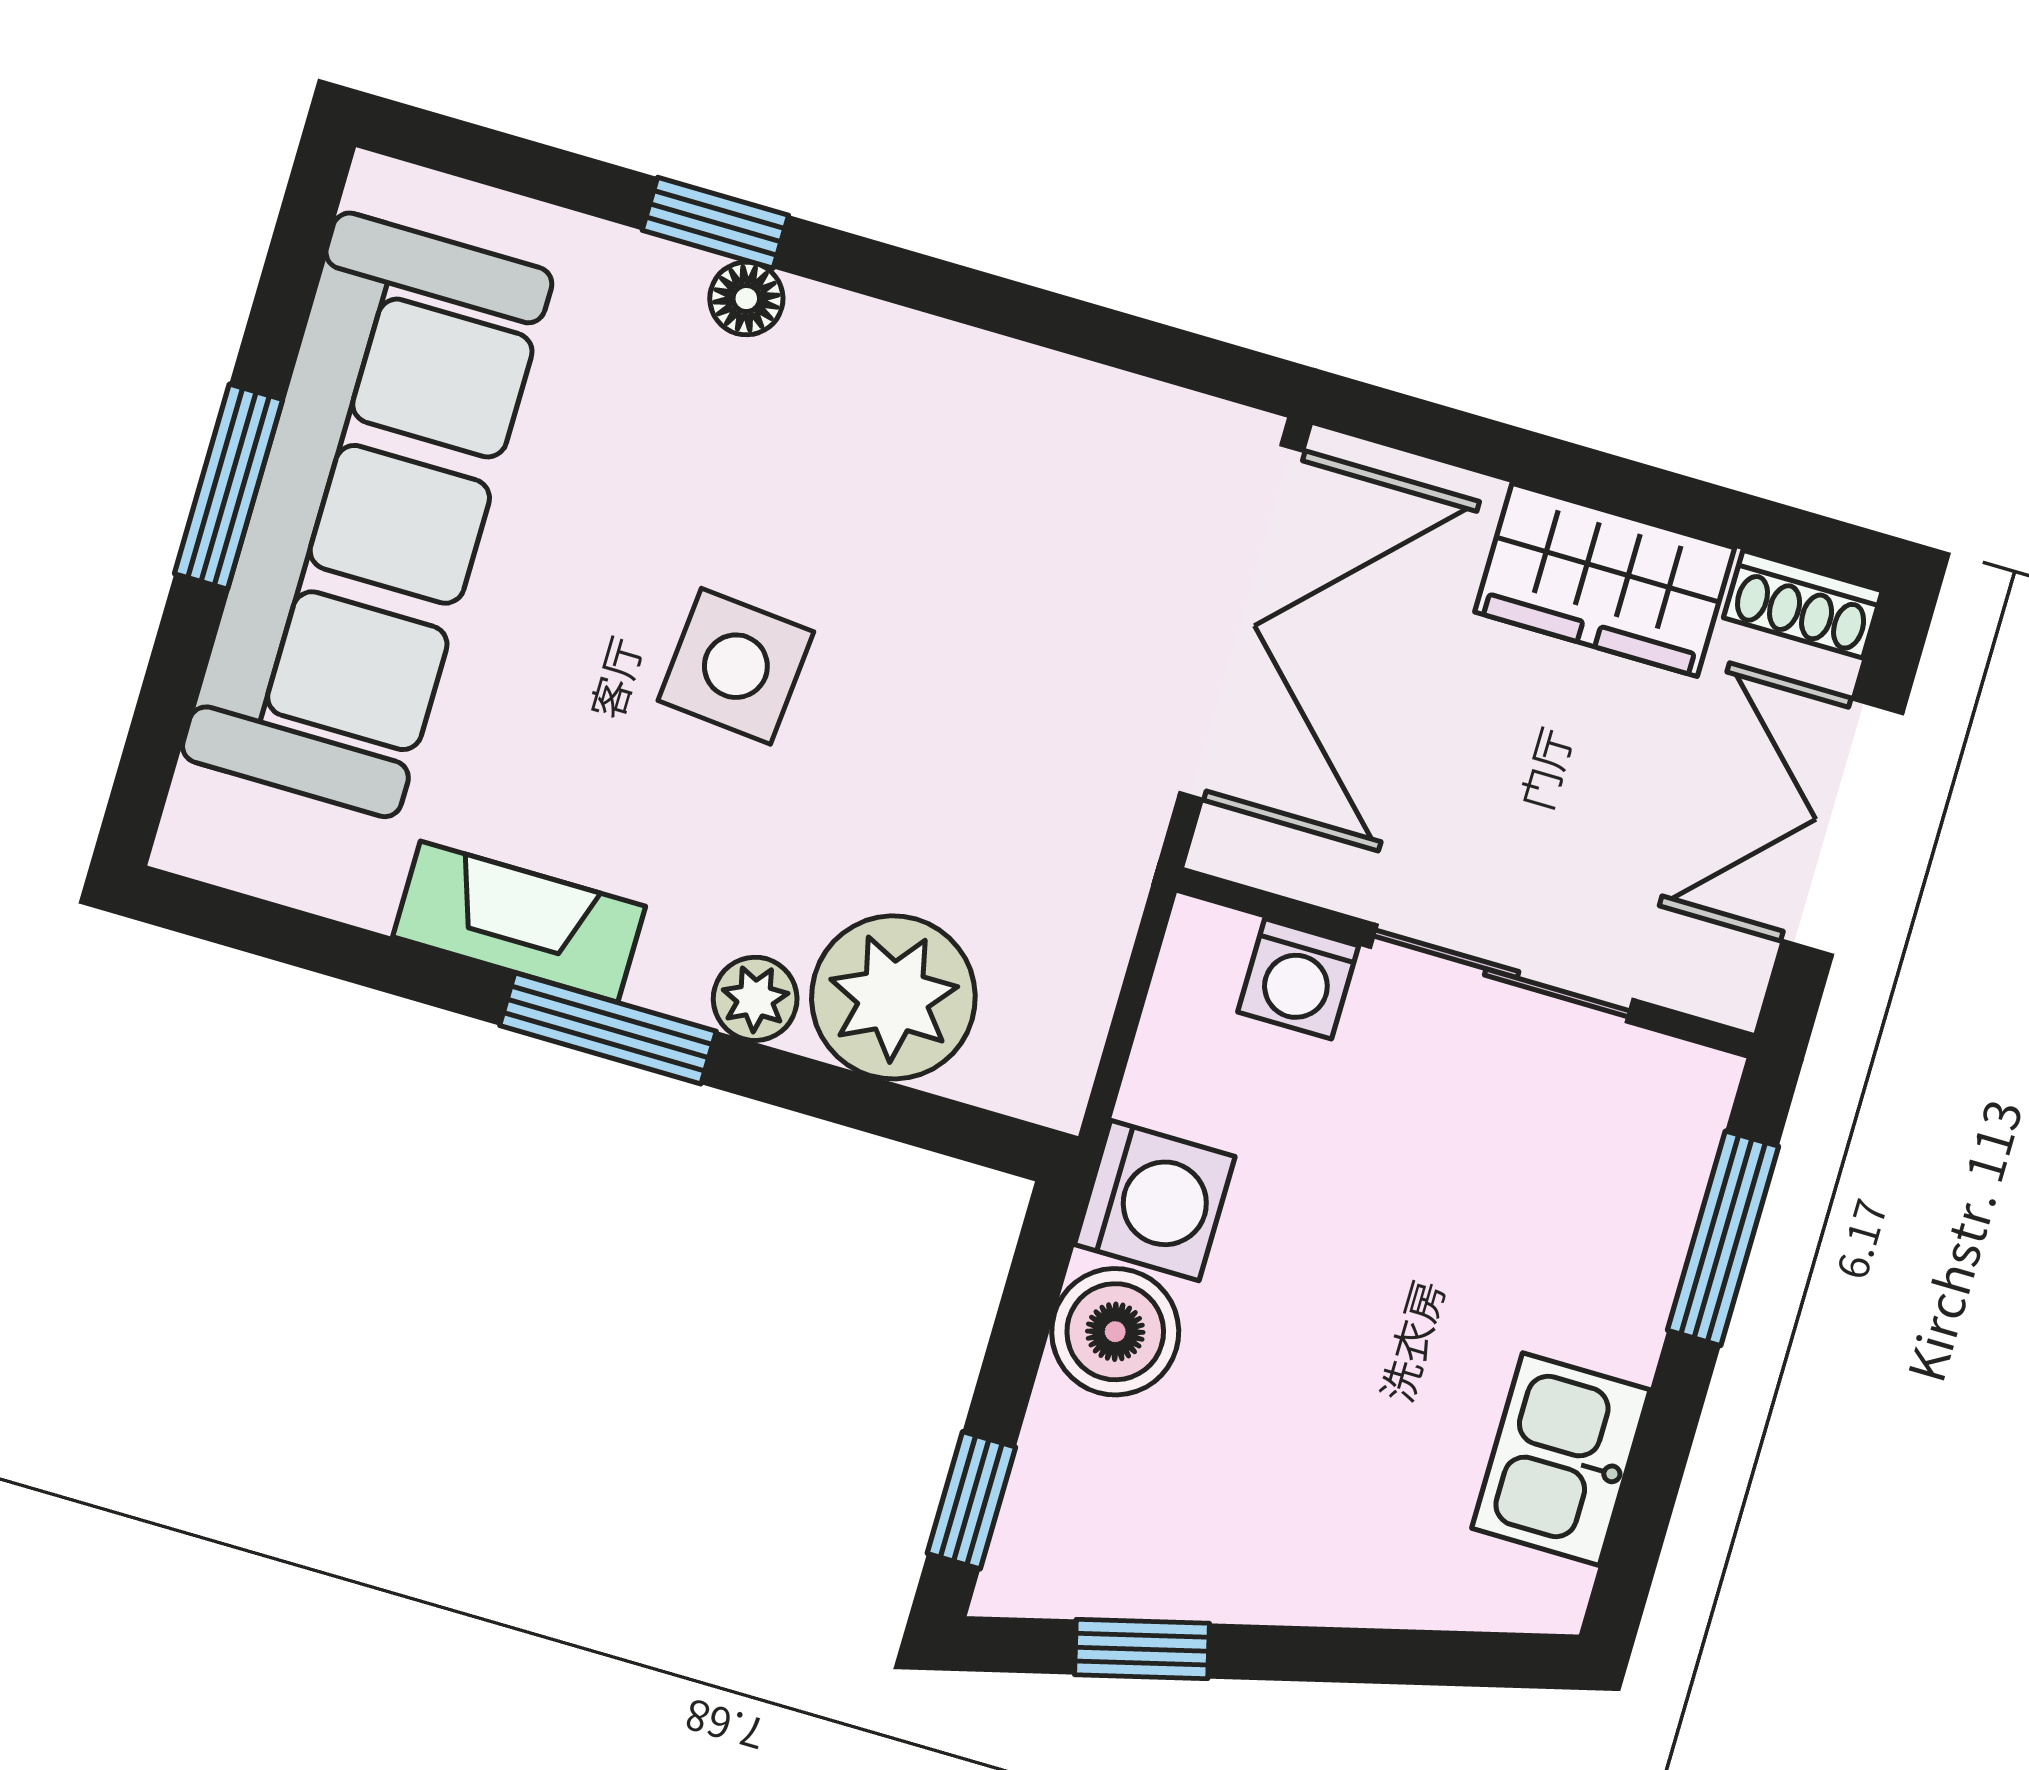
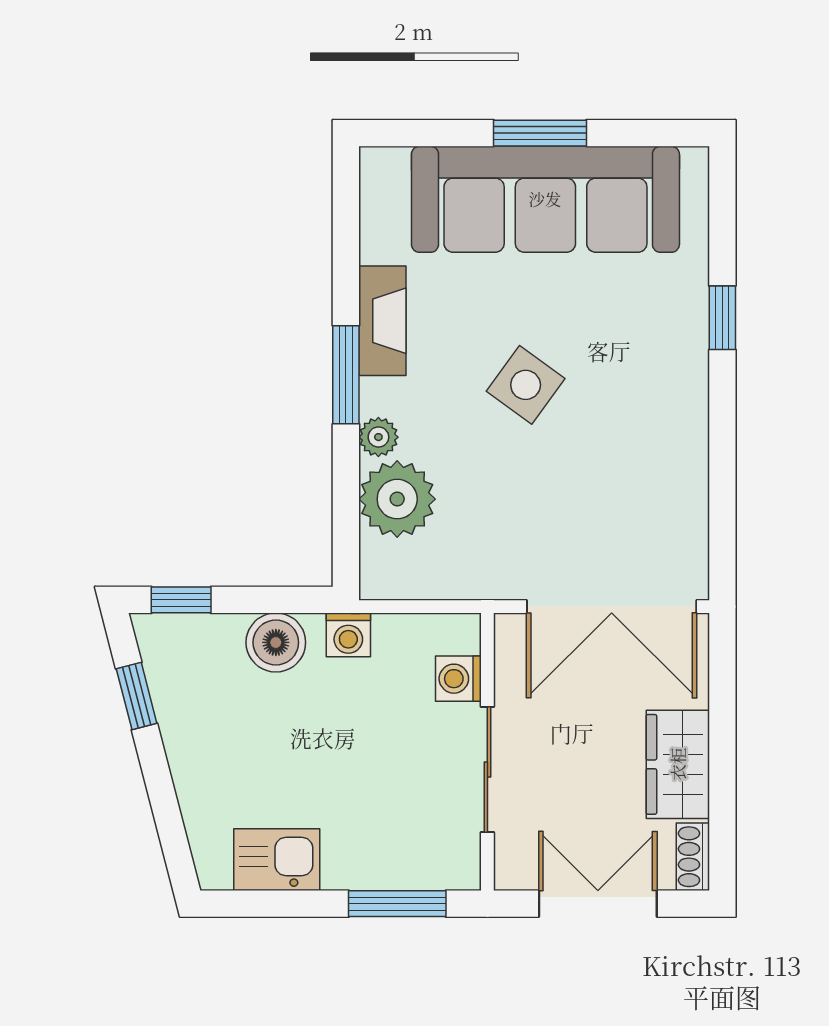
floor lamp: (746, 299) -> (692, 342), removed
side table: (736, 666) -> (526, 385), turned 31
washing machine: (1155, 1200) -> (348, 635), width x0.73, depth x0.73

